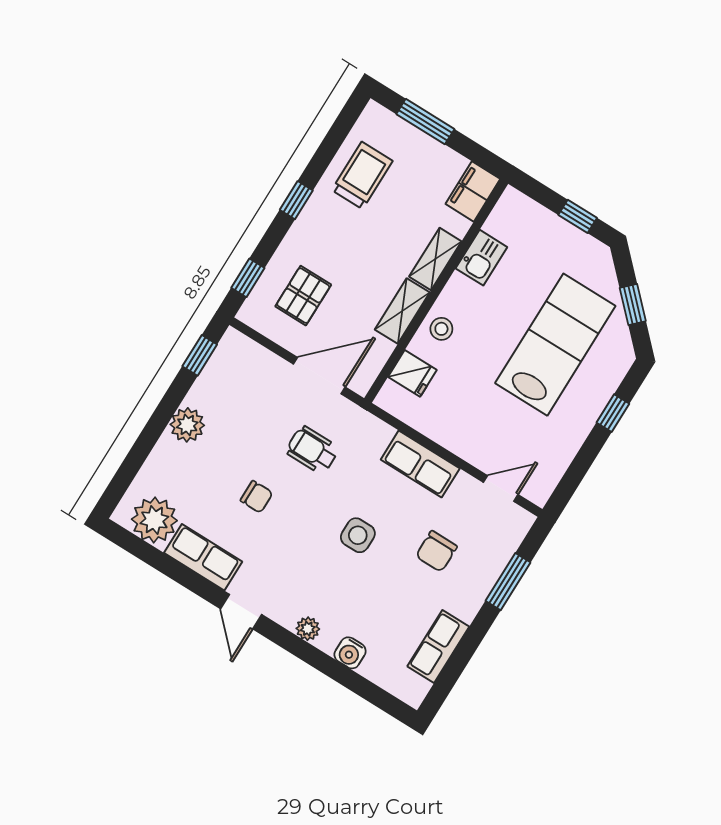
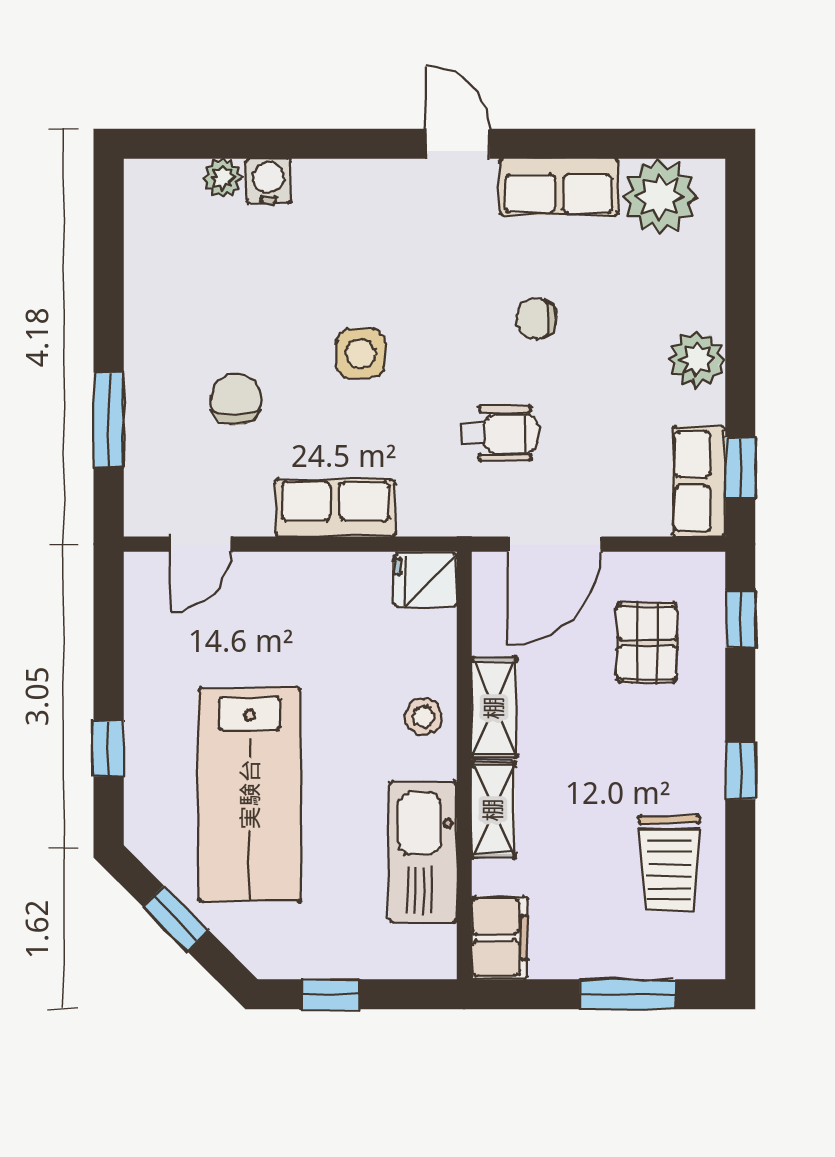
kitchen sink: (481, 258) -> (423, 852), width x1.88, depth x1.24
fridge: (412, 373) -> (425, 580), moved
plant: (308, 629) -> (222, 178), moved
row of seats: (438, 646) -> (699, 481), moved, turned 180

